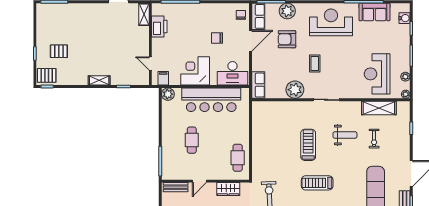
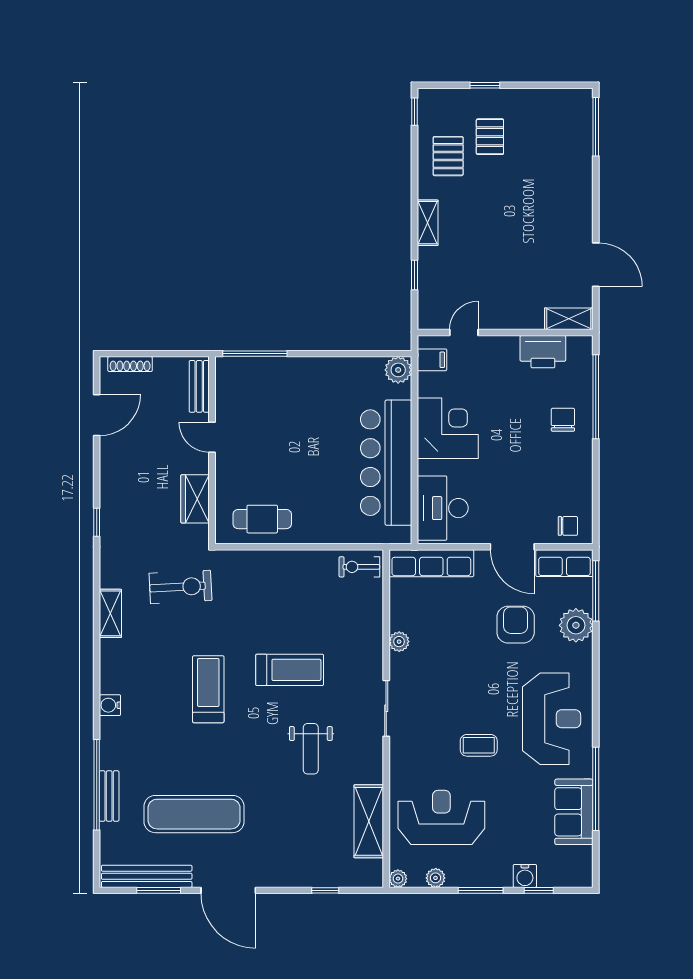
water cooler: (404, 18) -> (525, 876), moved
chair: (217, 38) -> (563, 420), moved
coffee table: (315, 64) -> (479, 745), moved
pallet: (47, 75) -> (448, 156), moved
row of seats: (258, 85) -> (431, 563), width x1.48
plant: (295, 90) -> (399, 642), width x0.53, depth x0.53
exercise bike: (374, 139) -> (359, 567), moved
cafe table: (192, 140) -> (300, 421), removed

